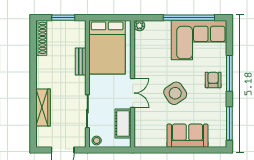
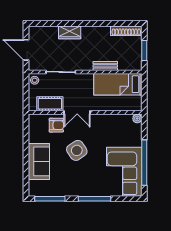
bed: (107, 47) -> (118, 84), width x0.67
armchair: (213, 80) -> (56, 125), moved
wardrobe: (43, 107) -> (70, 32), width x0.67

